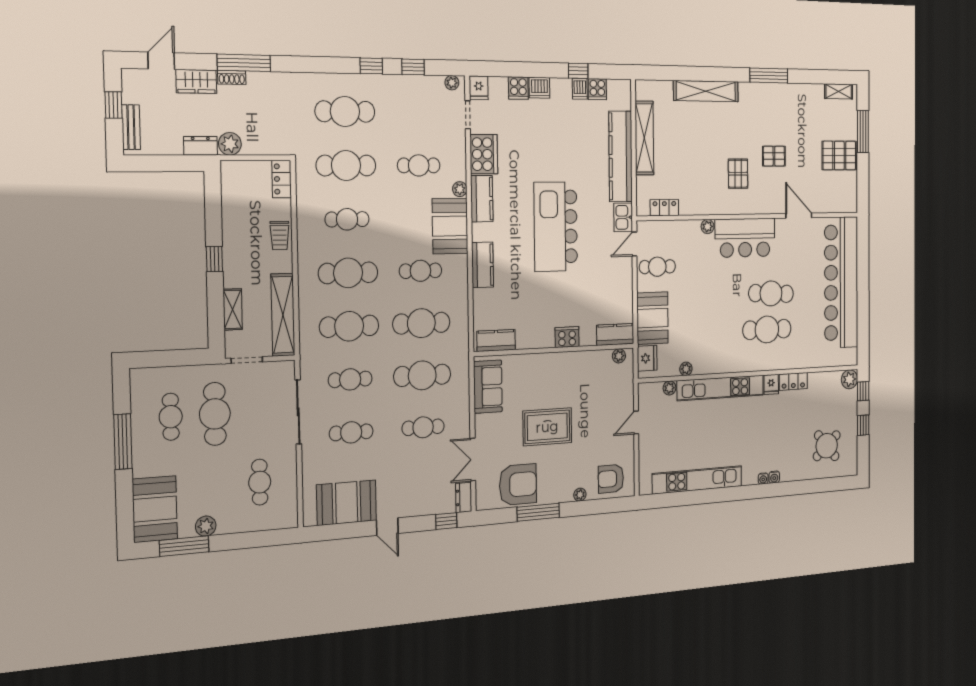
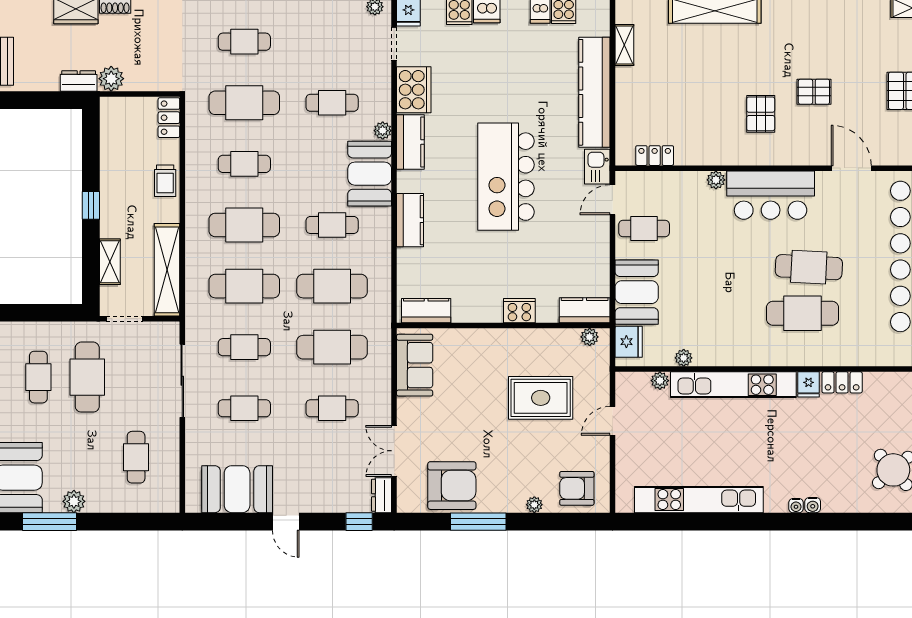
cafe table: (345, 112) -> (244, 42), width x0.73, depth x0.74
shelving: (644, 138) -> (624, 45), width x0.45, depth x0.75
rug: (547, 427) -> (541, 398), moved

